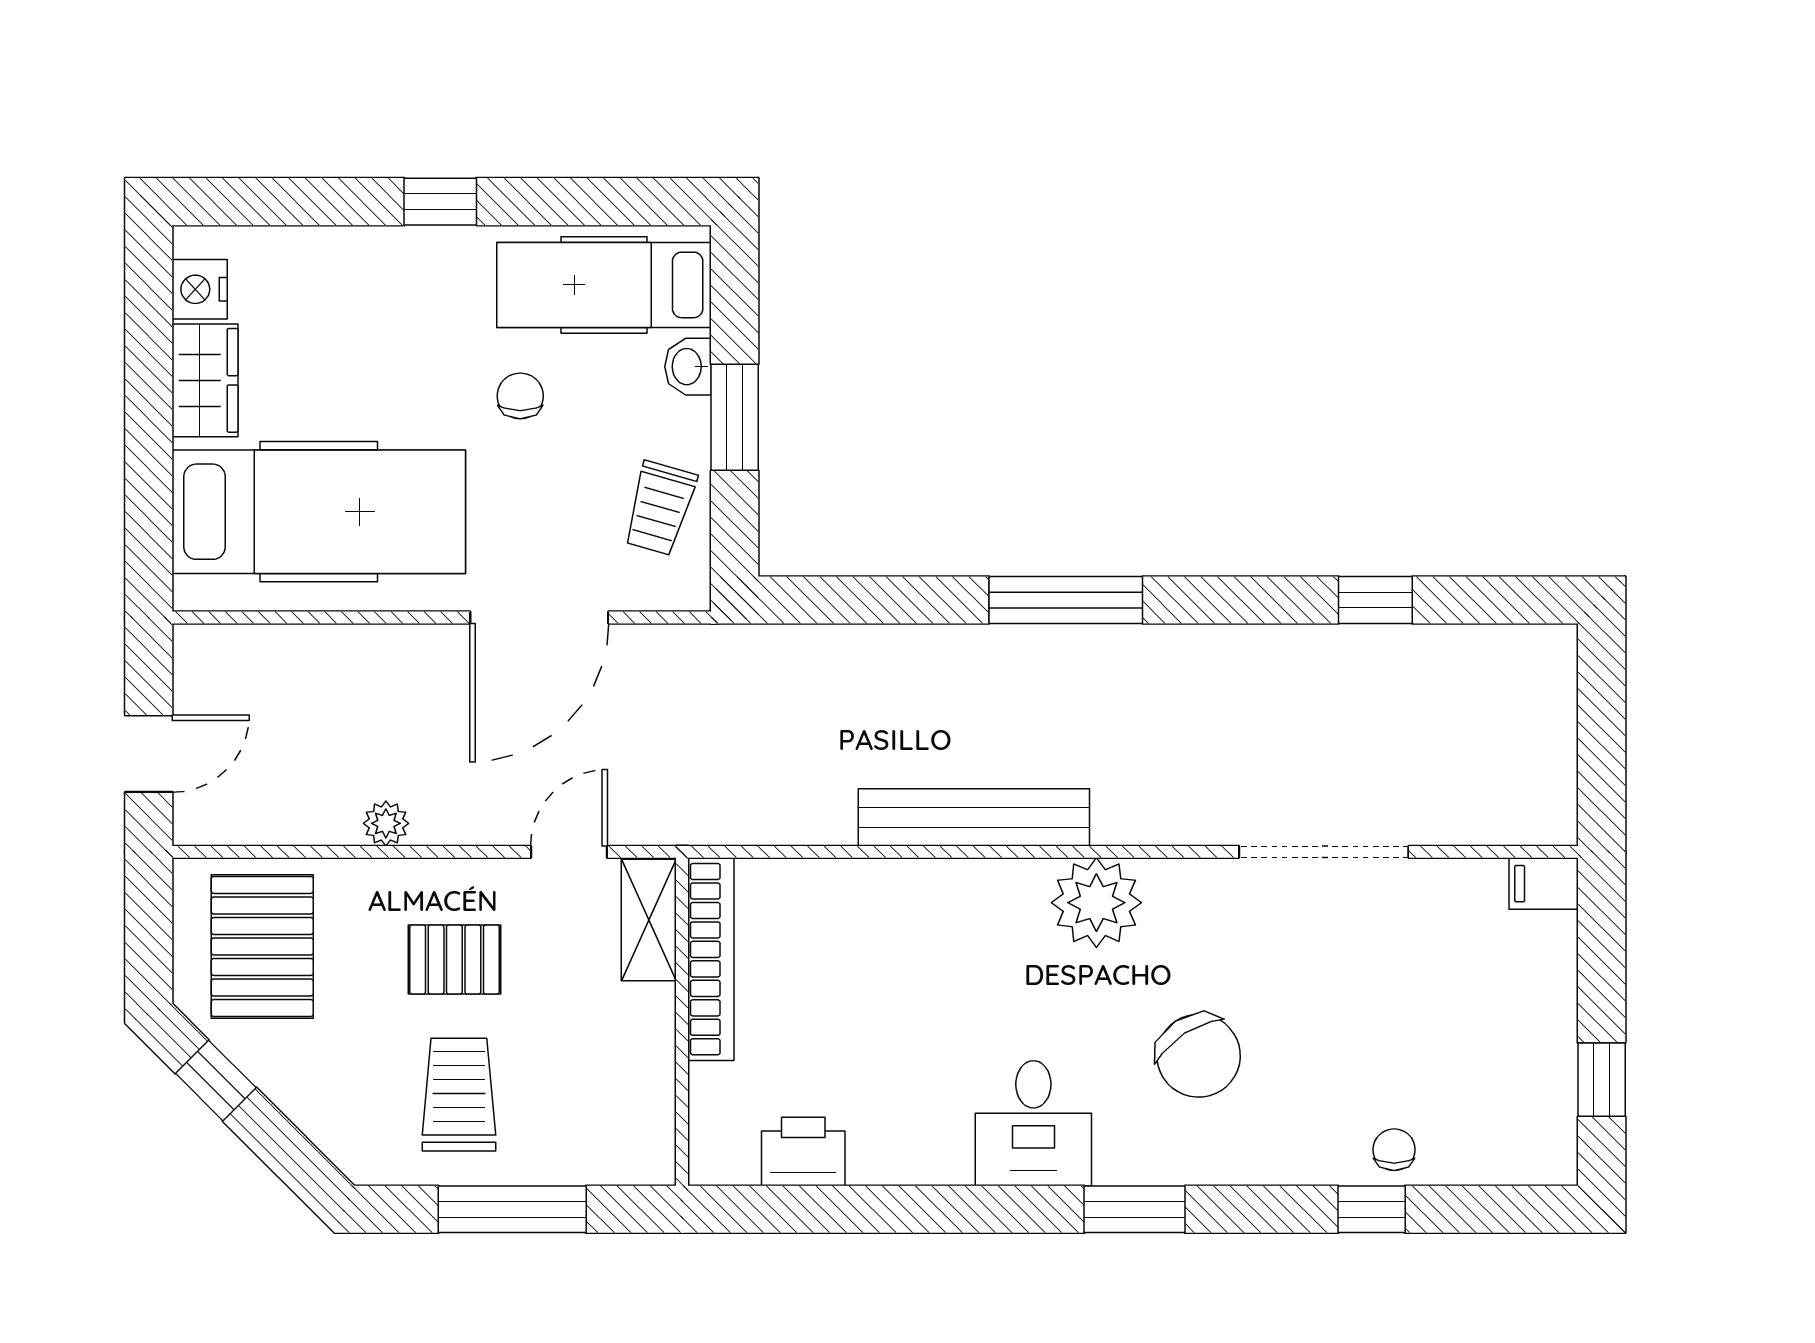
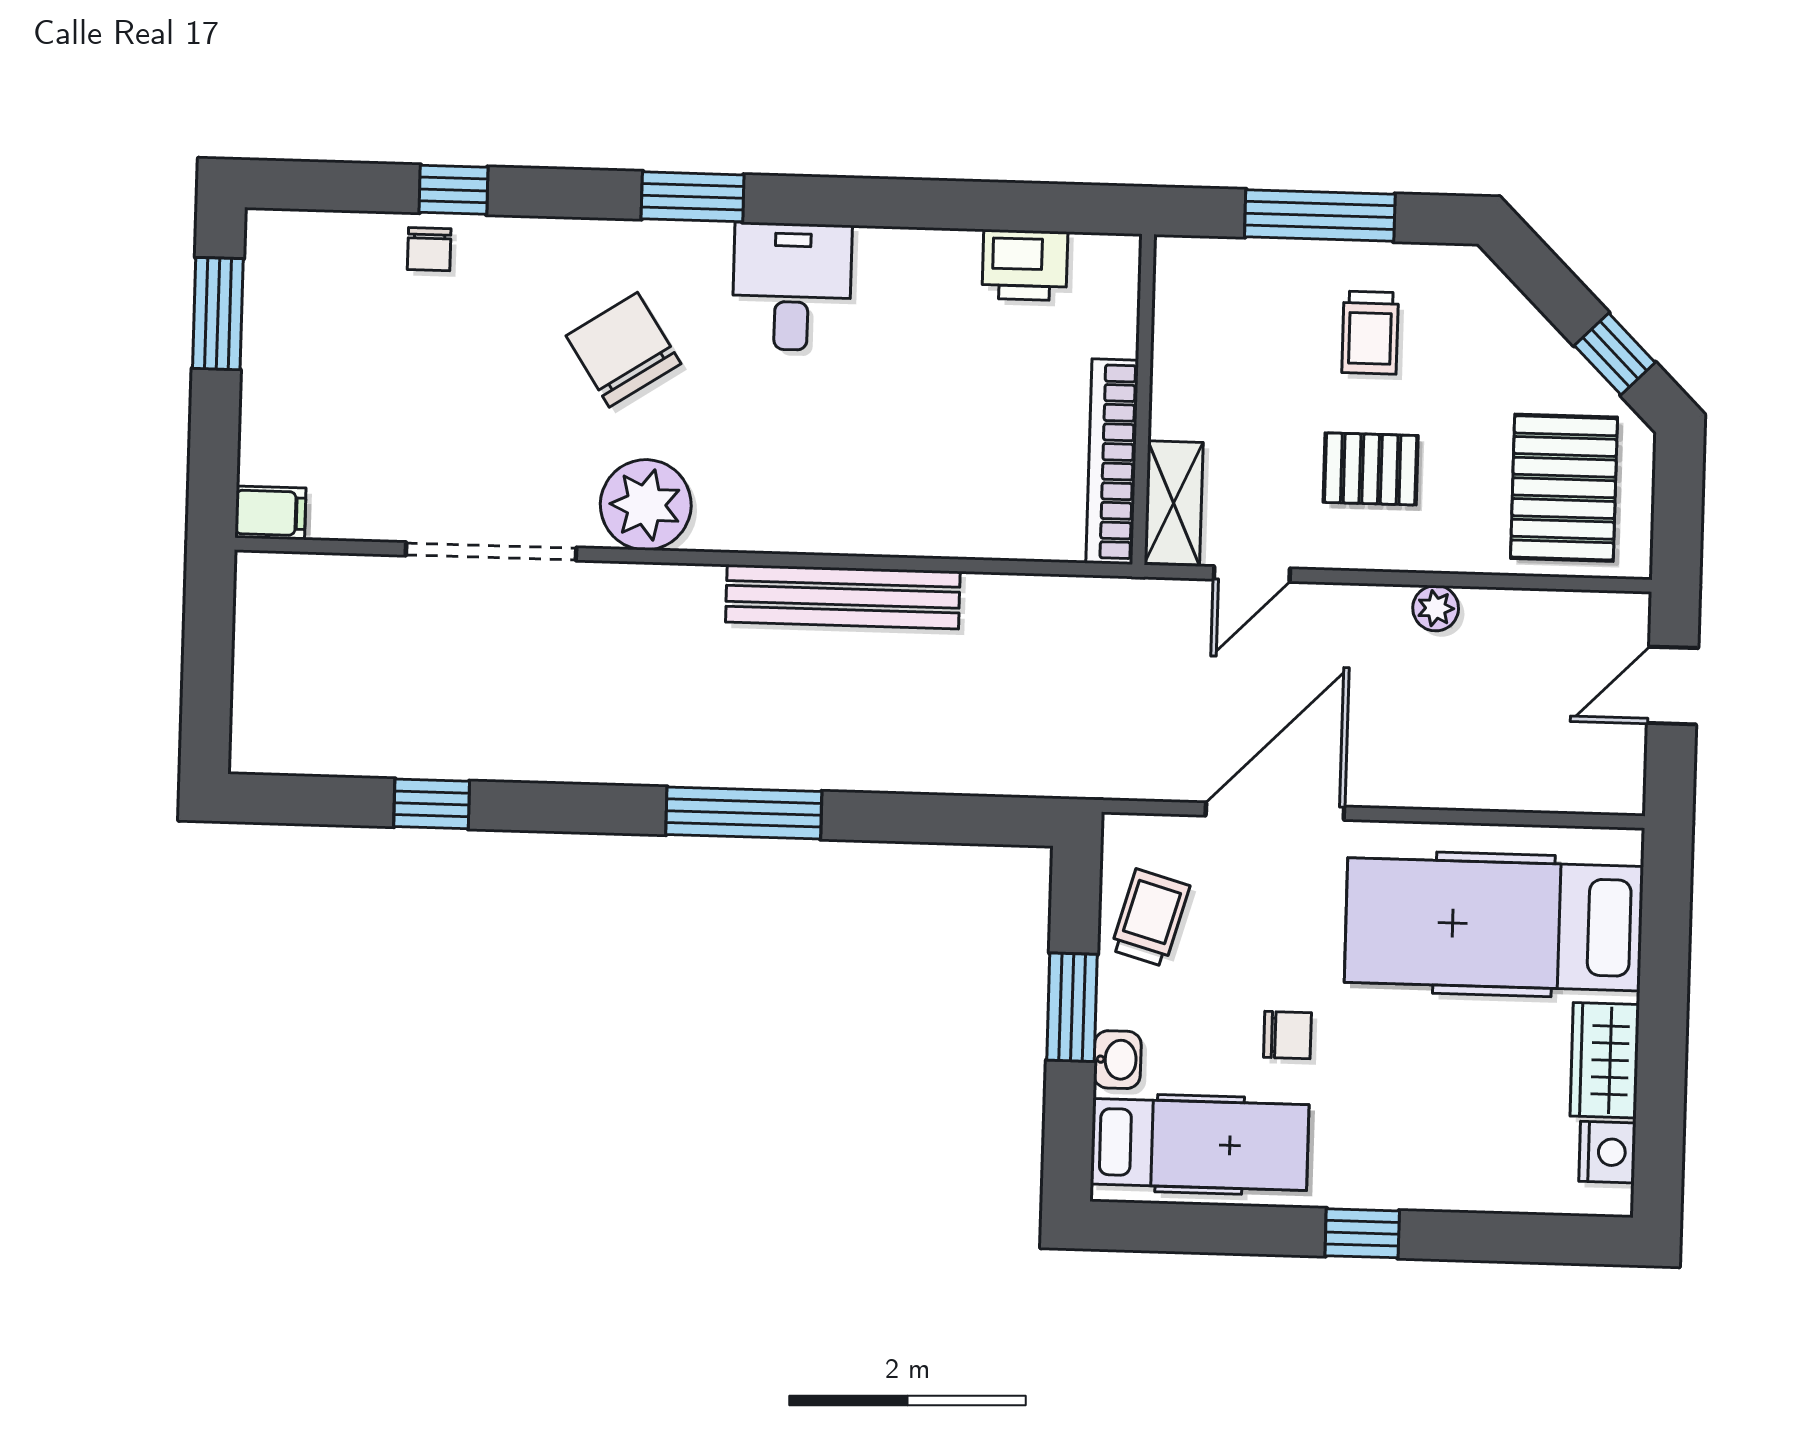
chair: (520, 396) -> (1287, 1035), turned -90
plant: (1096, 903) -> (646, 505), moved
window: (1602, 1080) -> (218, 314), width x1.50
trolley: (459, 1095) -> (1370, 333), width x0.73, depth x0.72

